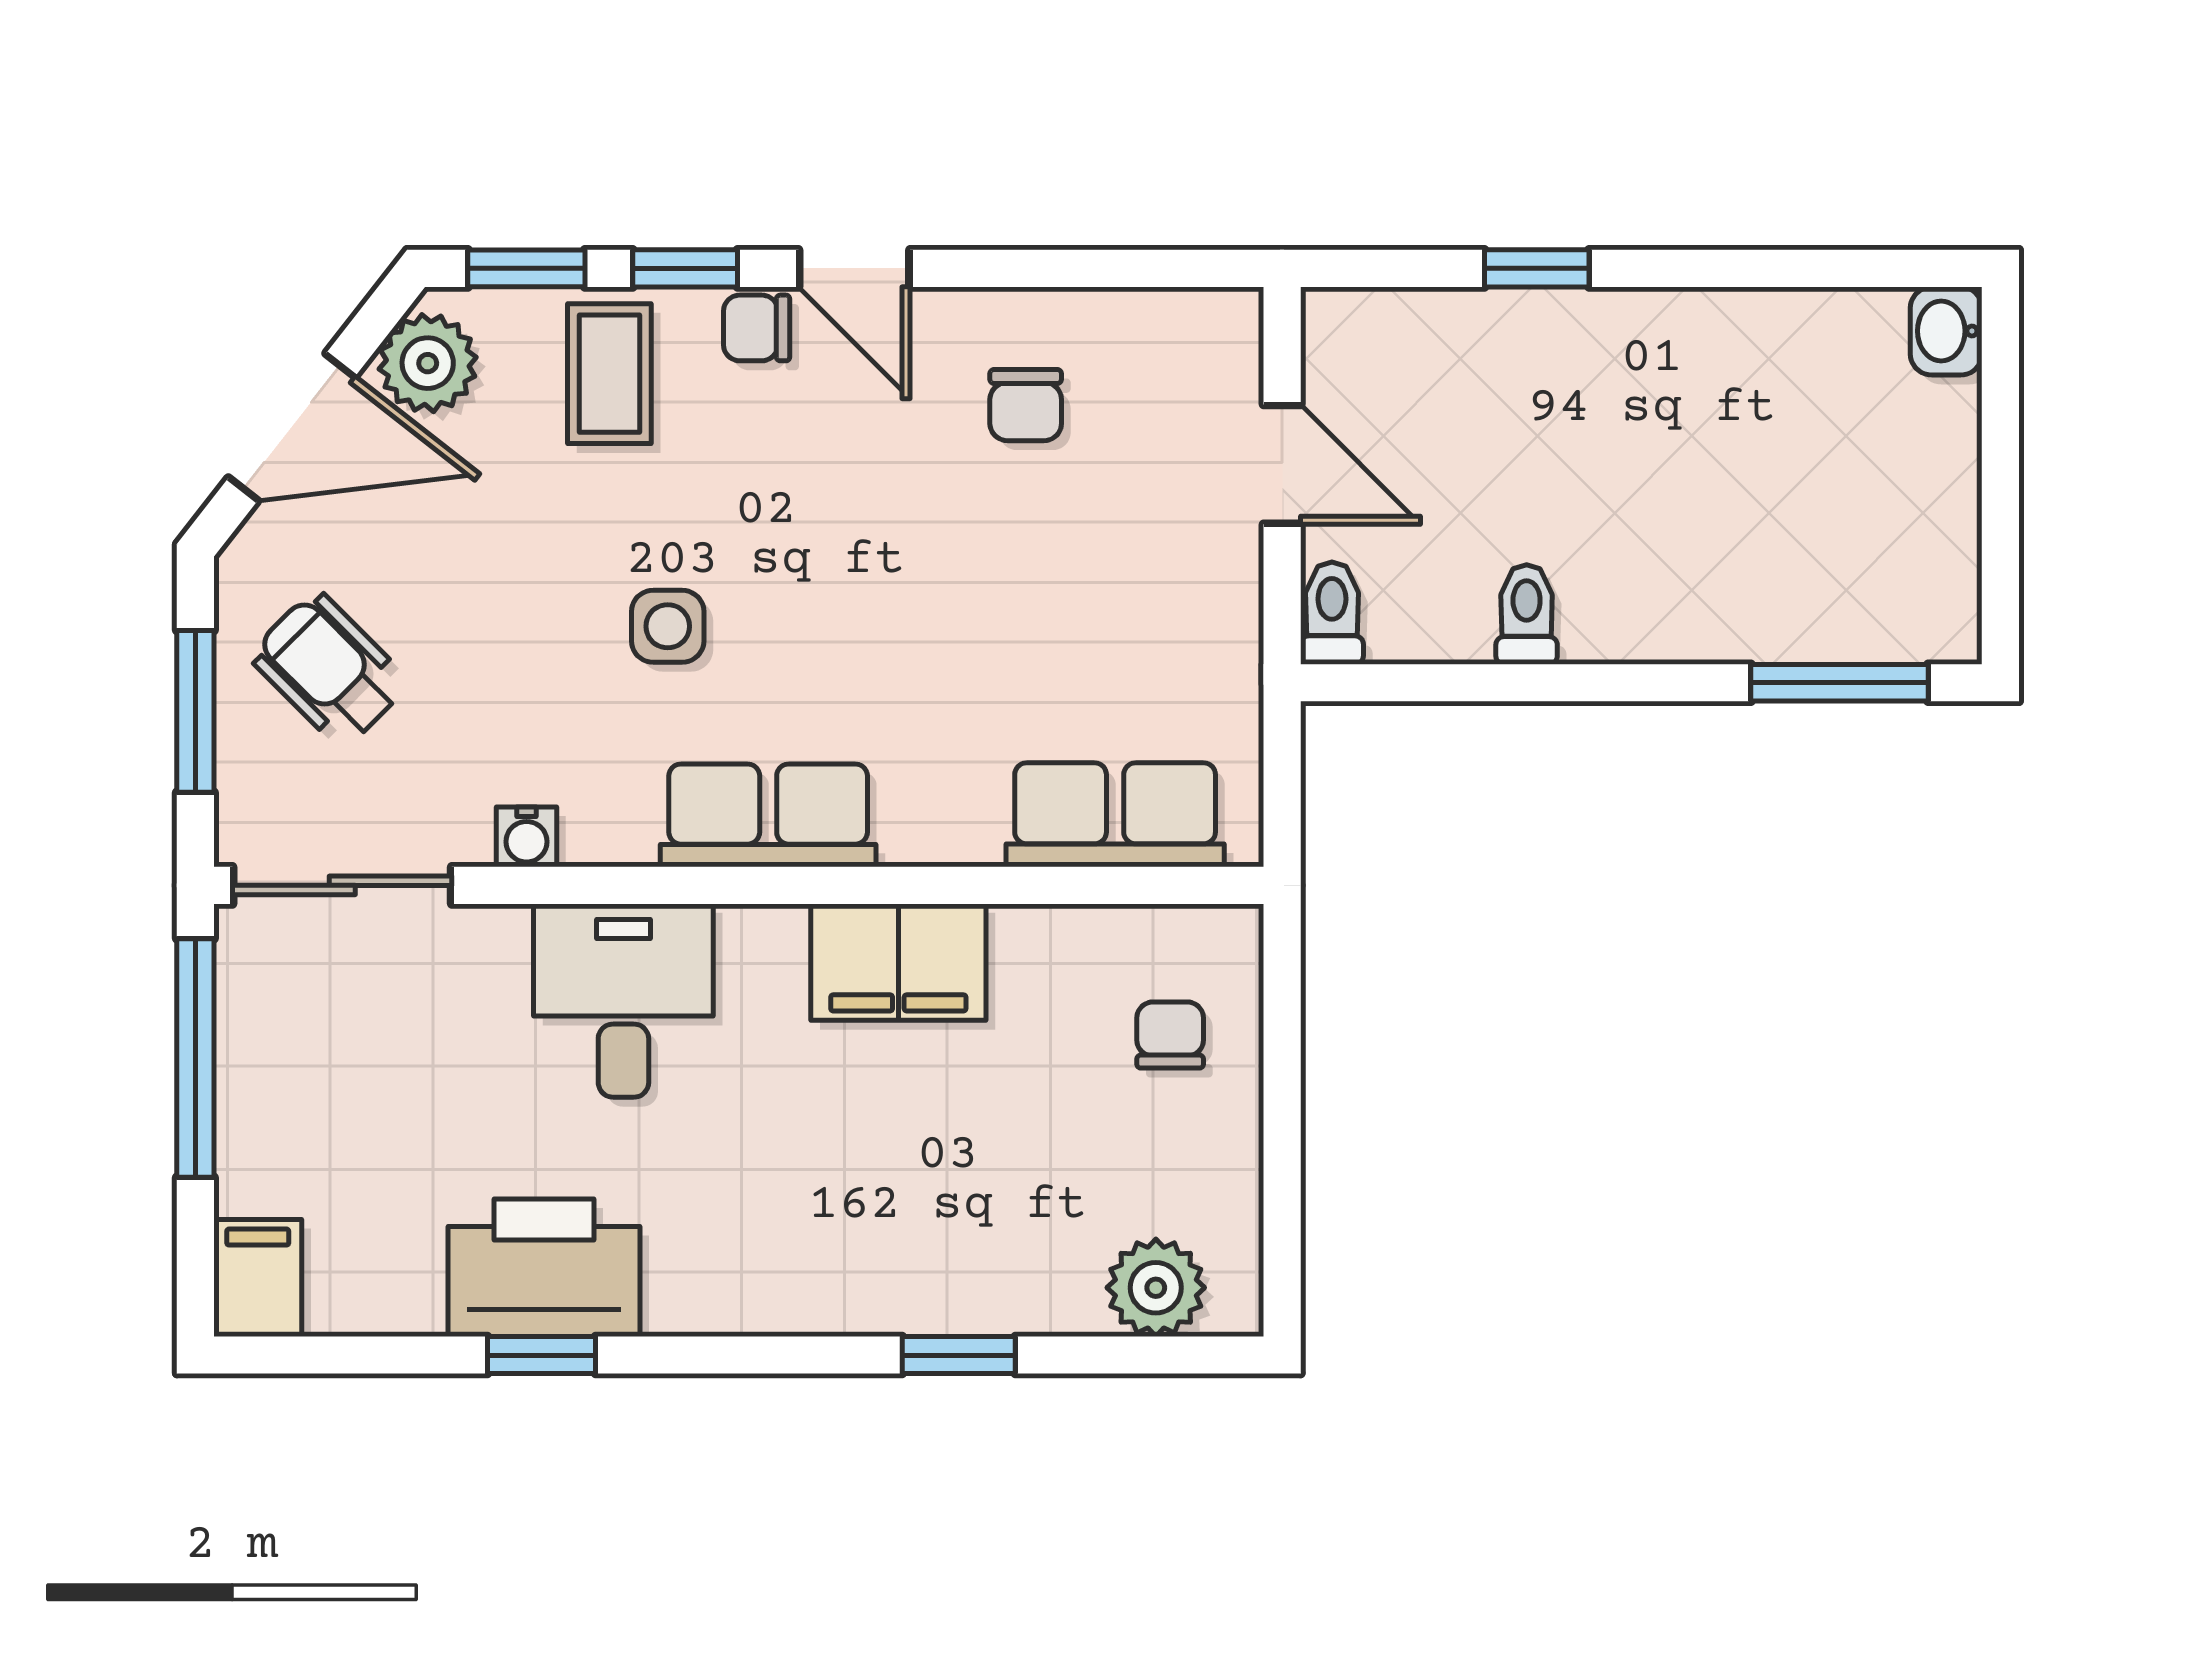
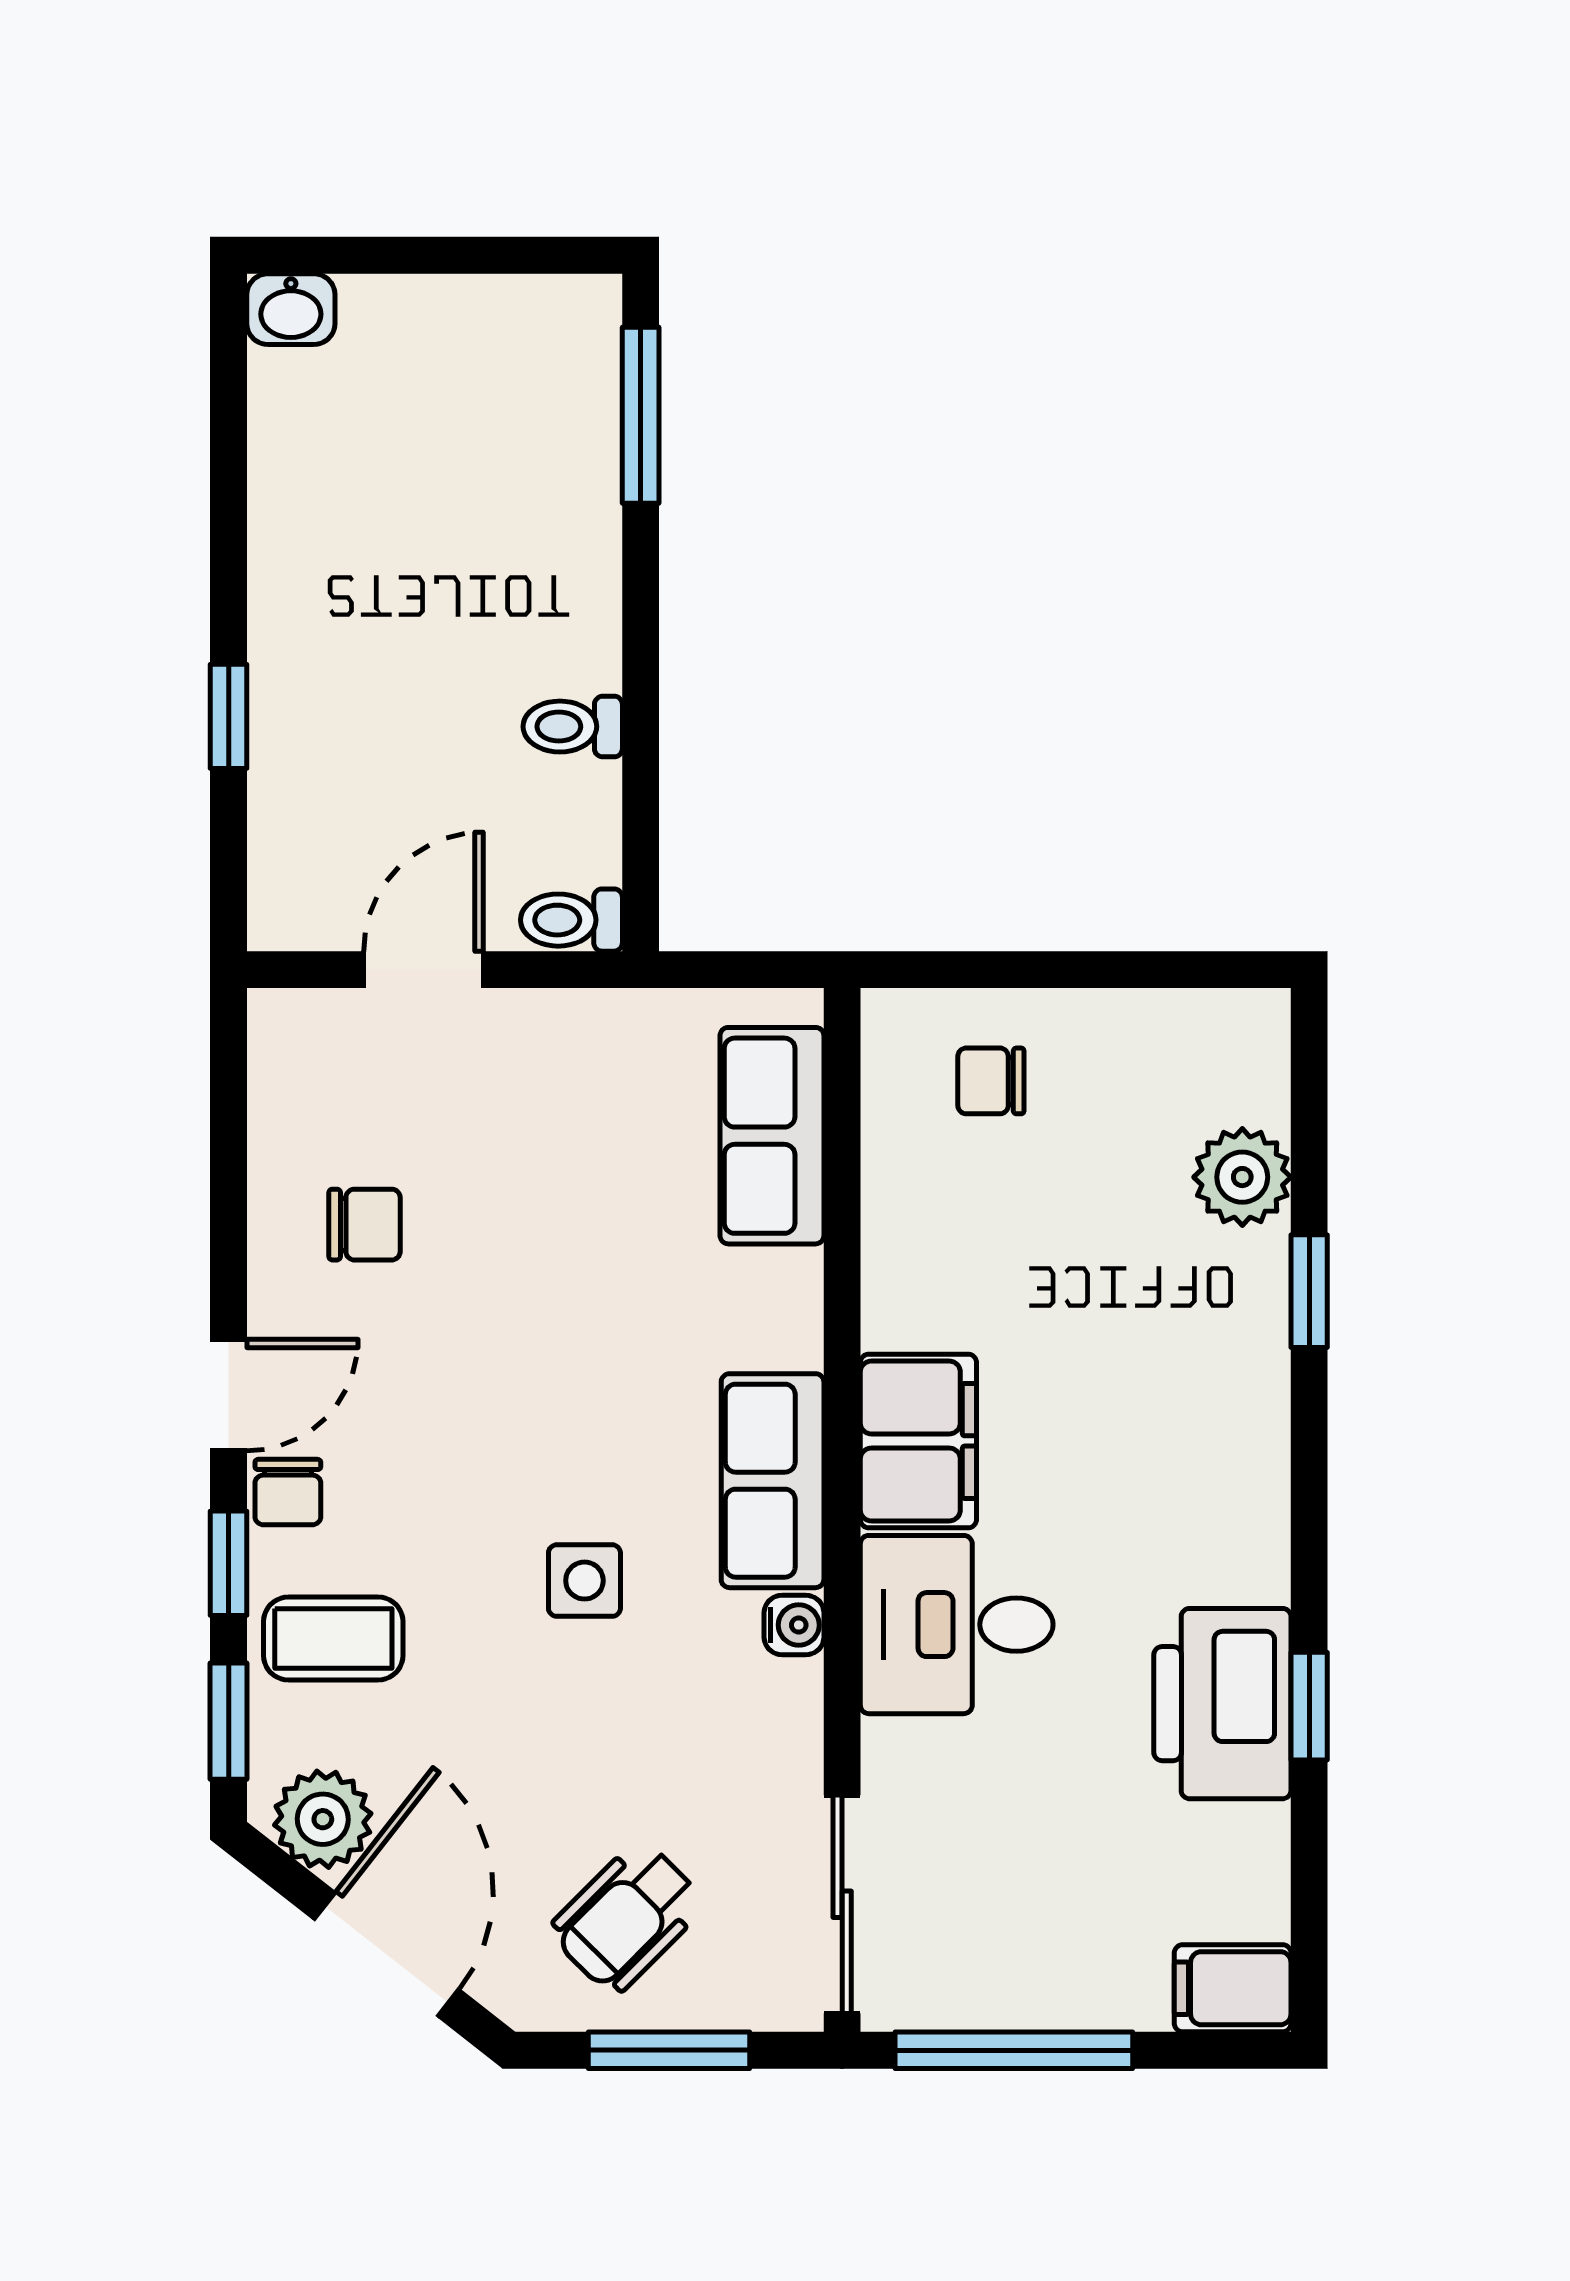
water cooler: (526, 837) -> (794, 1625), moved
filing cabinet: (898, 962) -> (918, 1441), moved
plant: (1156, 1288) -> (1242, 1177), moved

